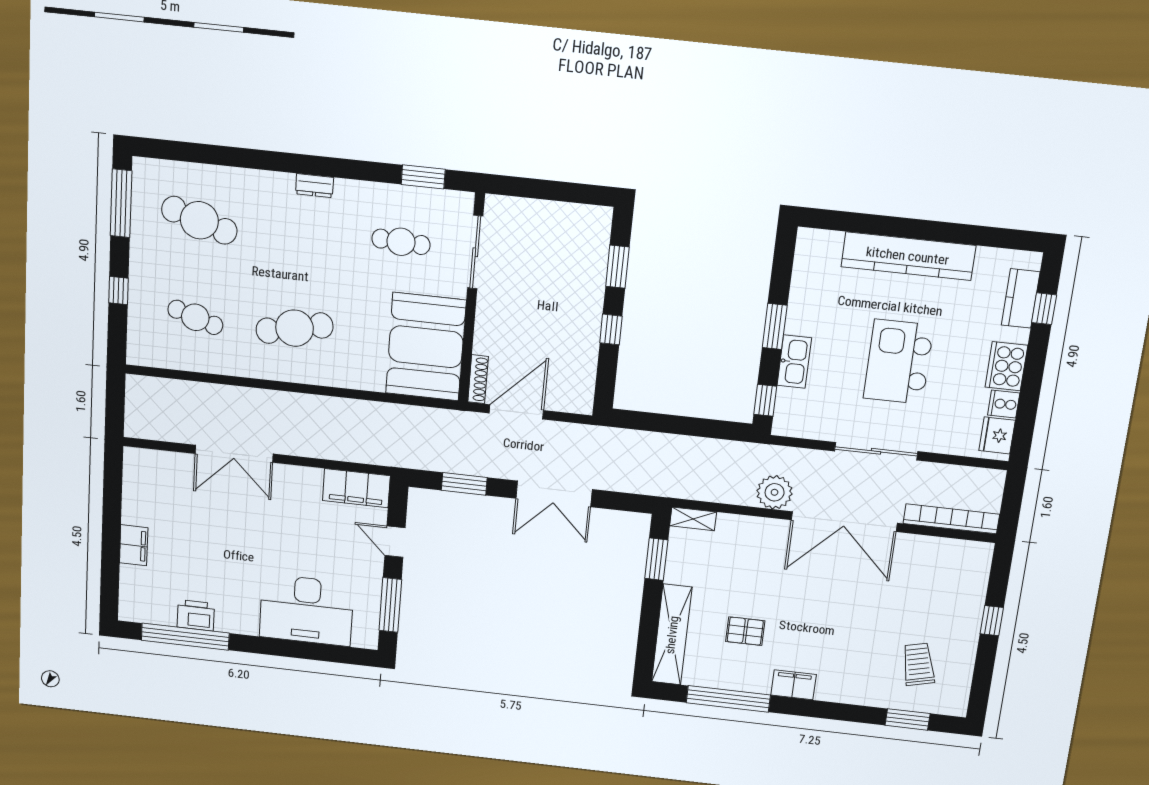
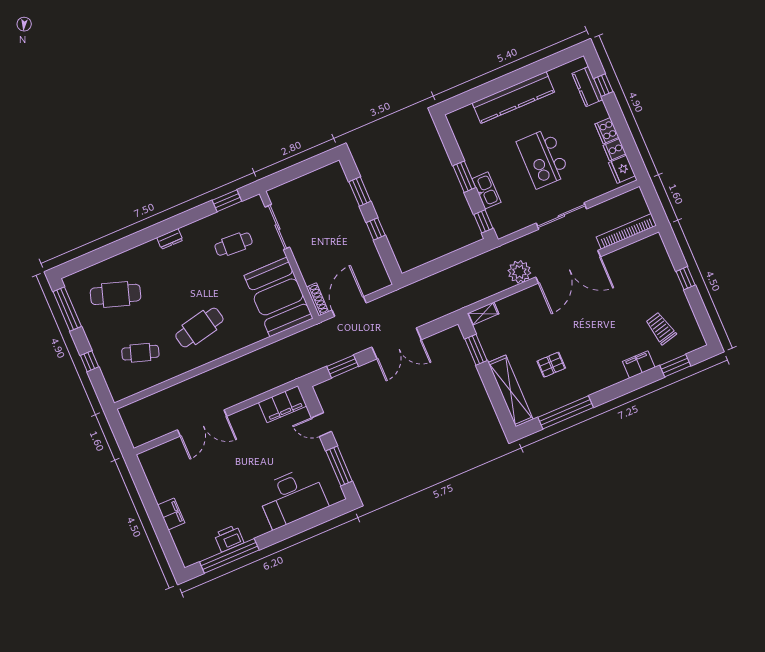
cooker: (1006, 366) -> (607, 131), width x0.73, depth x0.76
filing cabinet: (794, 685) -> (639, 364), moved

